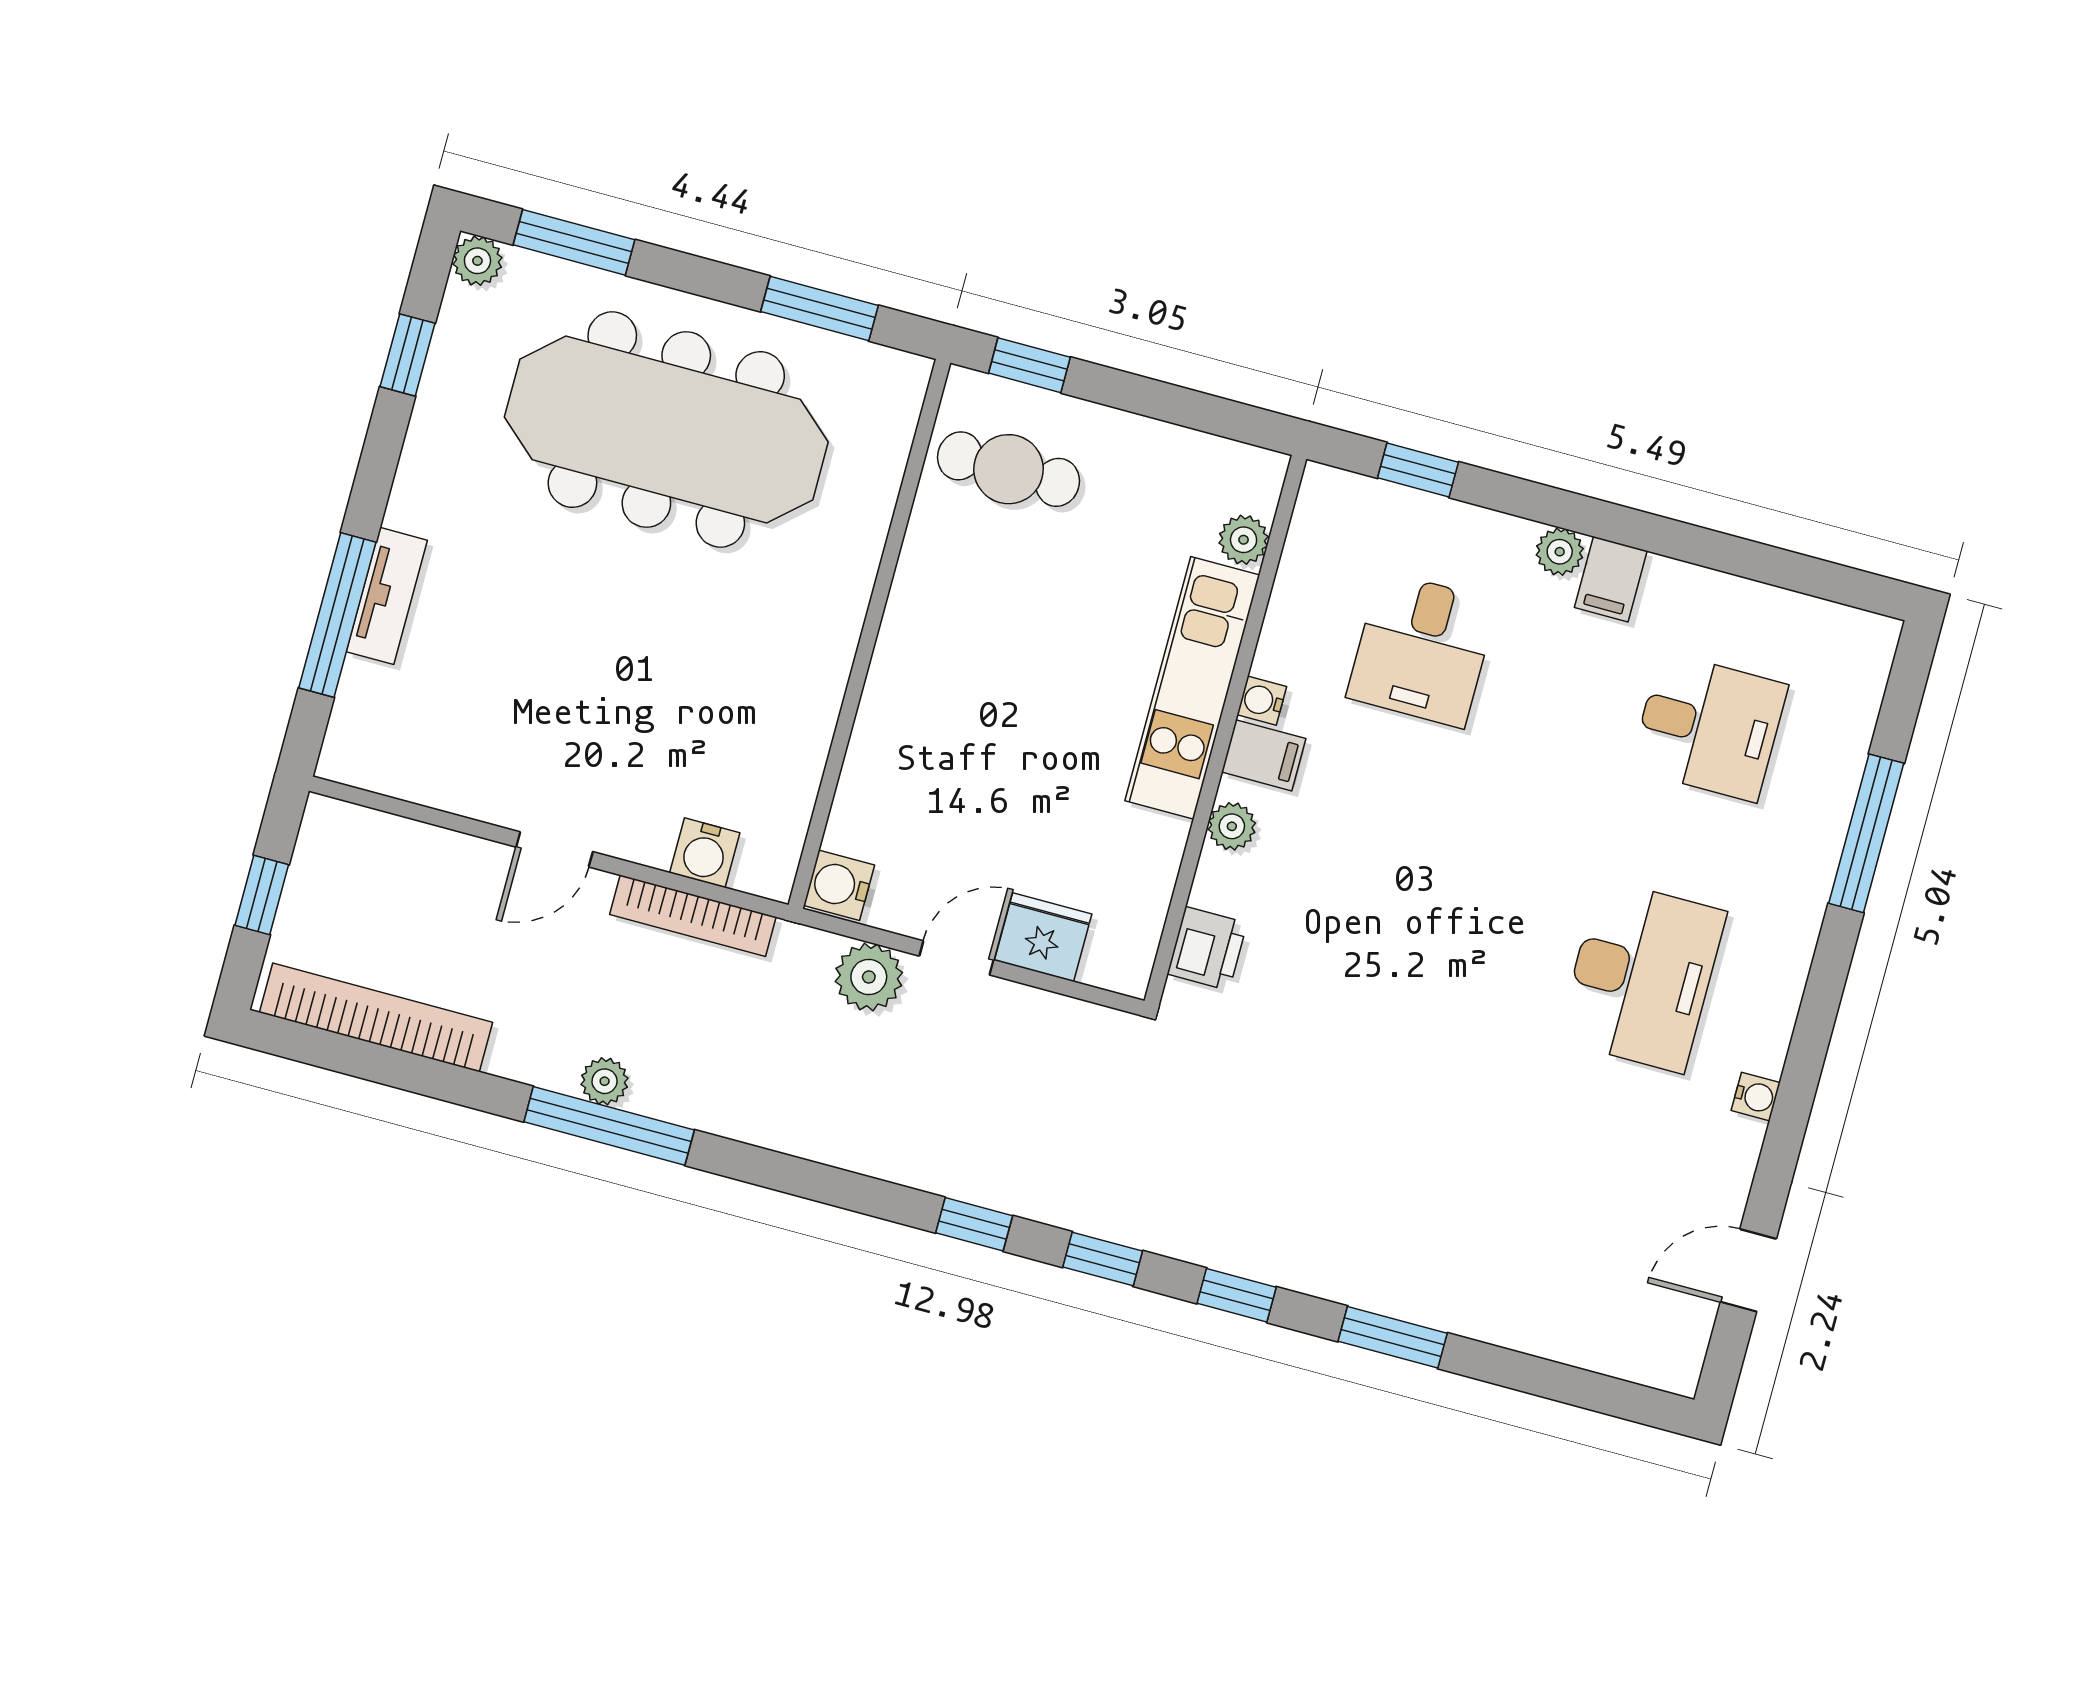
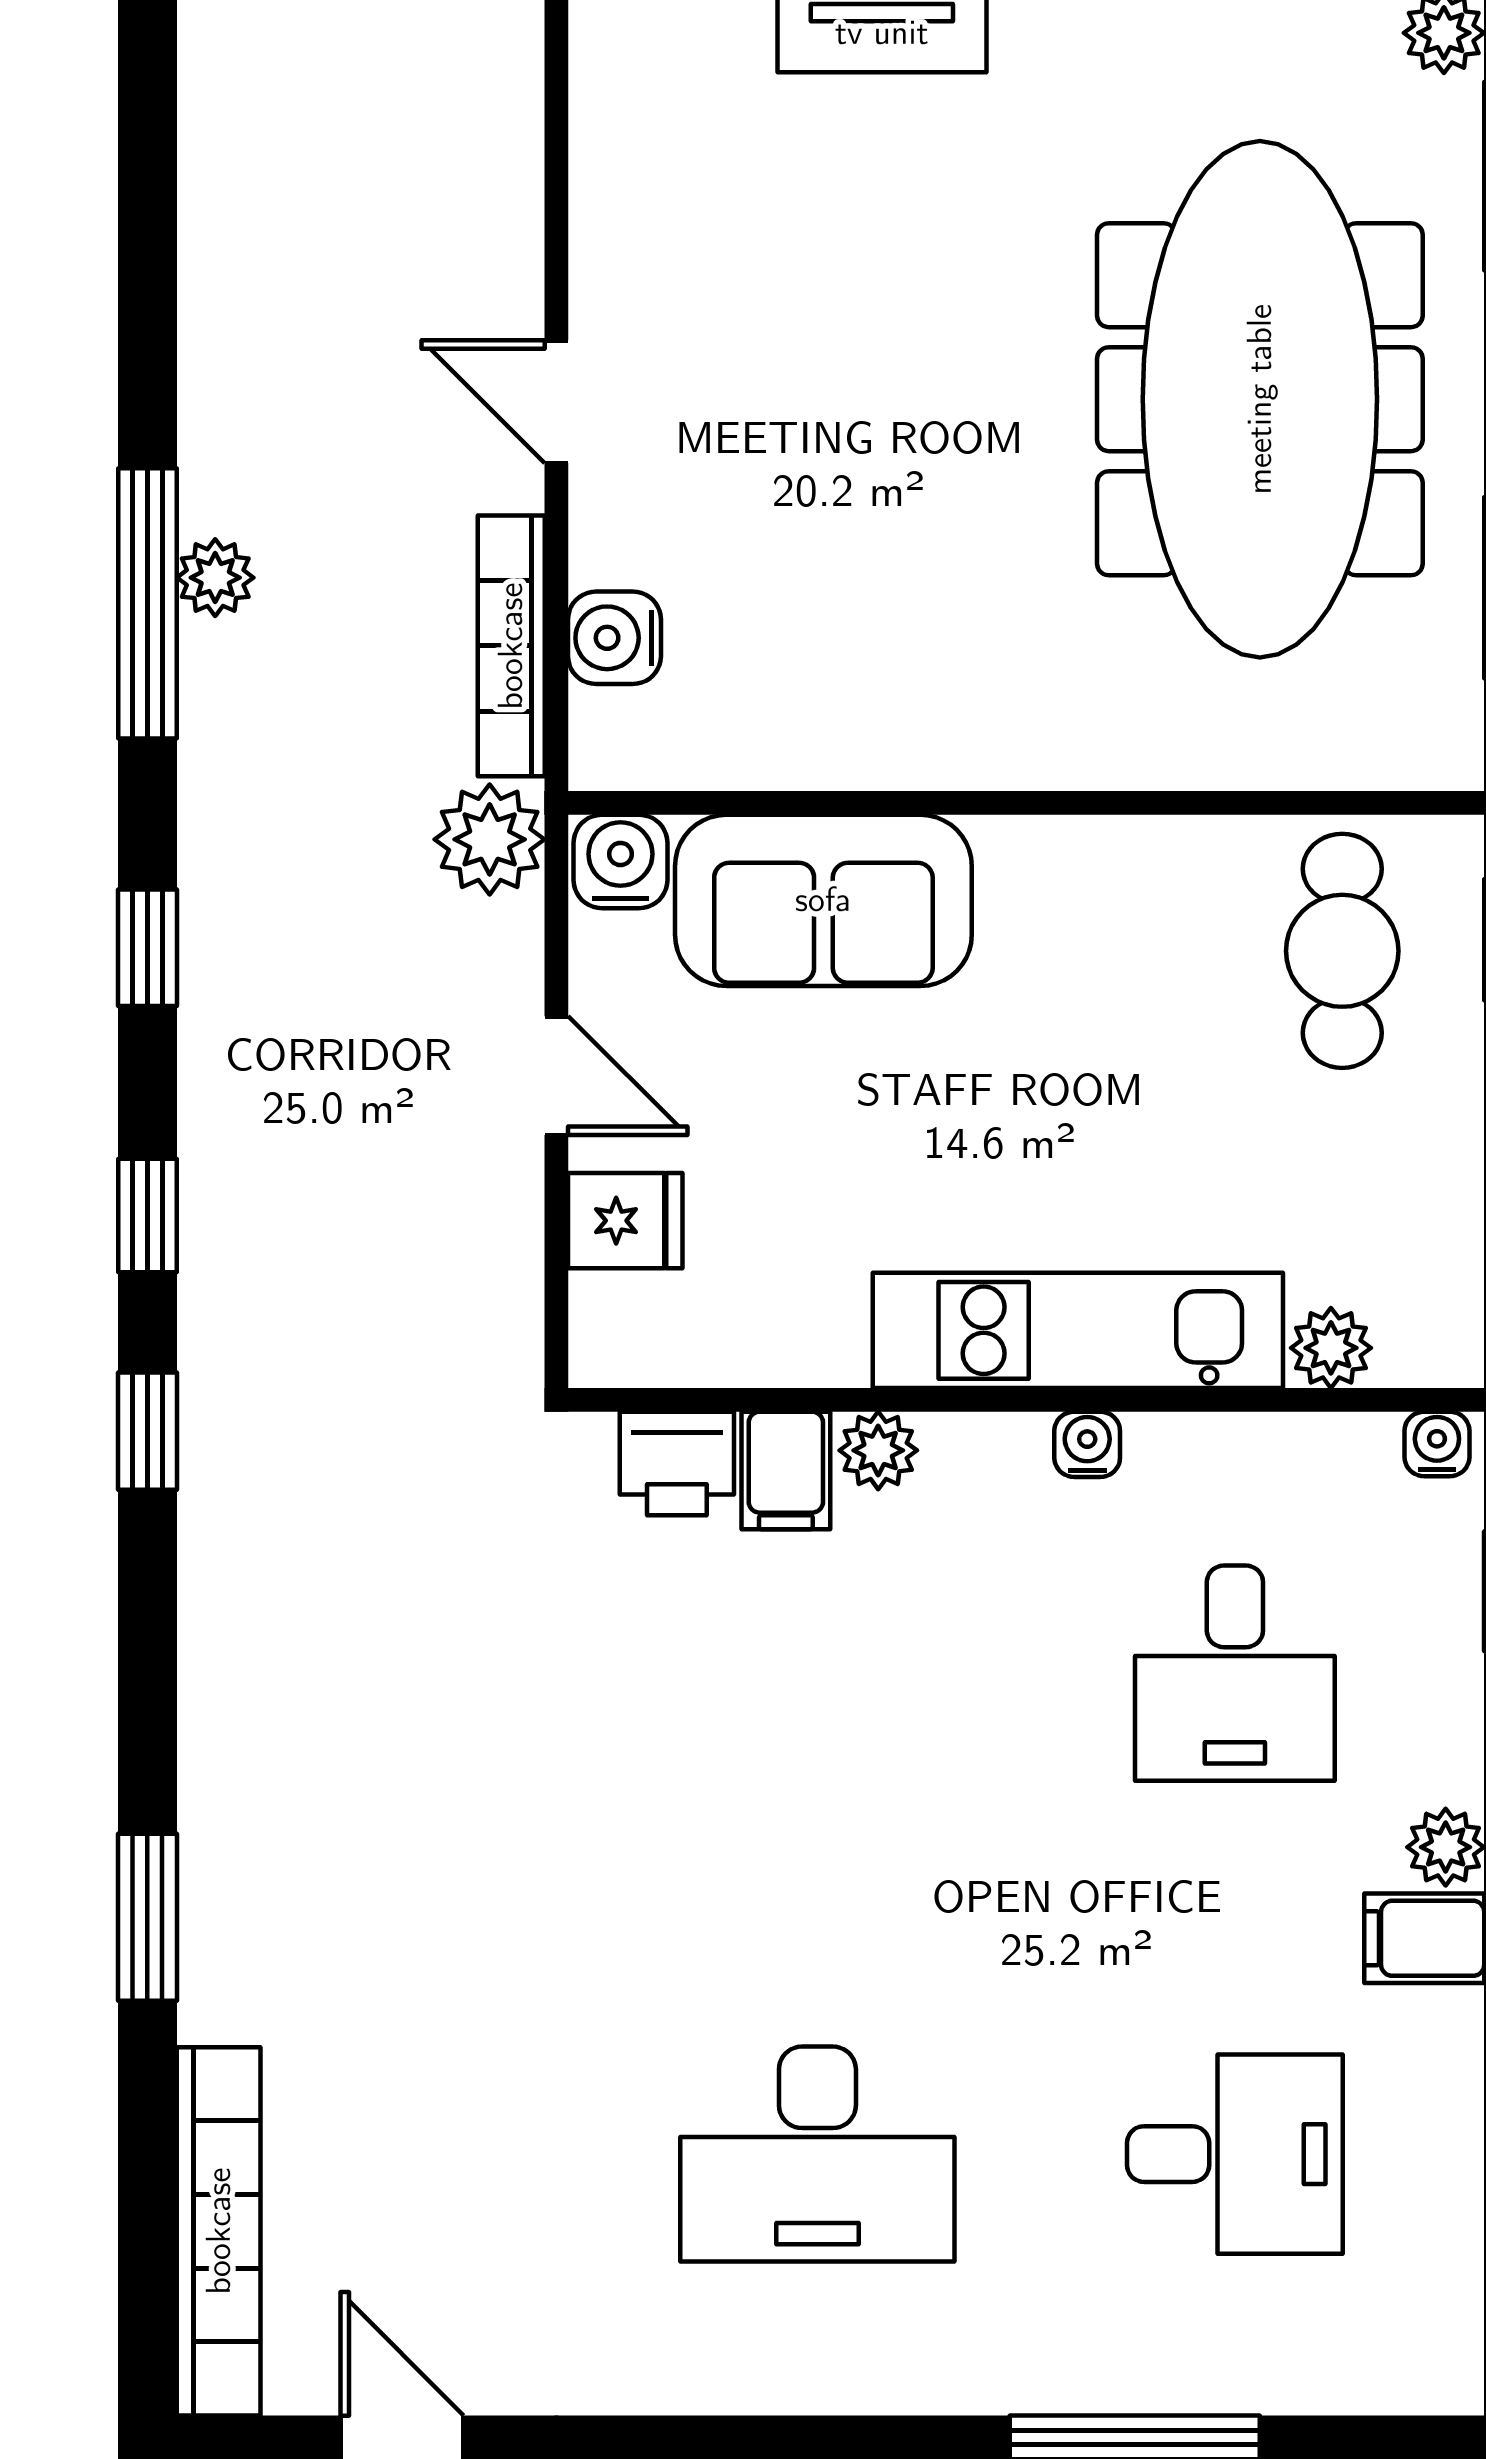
desk: (1422, 649) -> (1235, 1673), turned -90
desk: (1709, 727) -> (1235, 2154), turned -90
filing cabinet: (1264, 755) -> (786, 1470), moved
sofa: (895, 770) -> (823, 900), added
fridge: (1043, 937) -> (625, 1221), width x0.72
plant: (869, 977) -> (490, 839), moved
bookcase: (376, 1017) -> (219, 2231), moved
water cooler: (1756, 1097) -> (1437, 1444), moved, turned 180
window: (1237, 1295) -> (147, 948), moved

